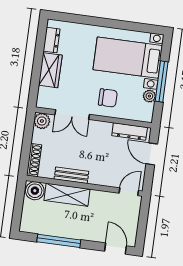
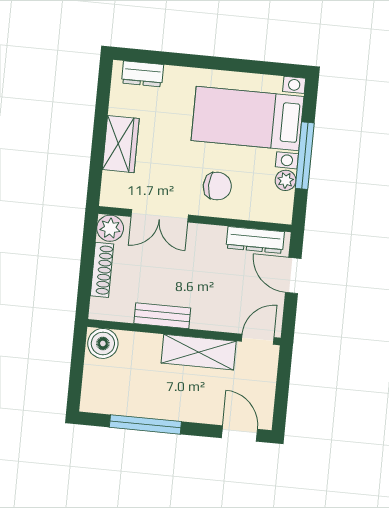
dresser: (52, 40) -> (143, 74), moved, turned 90
shoe rack: (34, 160) -> (102, 270), moved
shelving: (67, 195) -> (199, 352), moved

